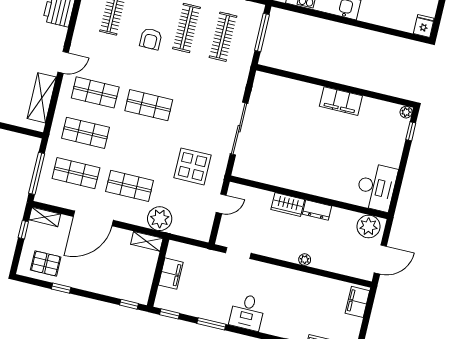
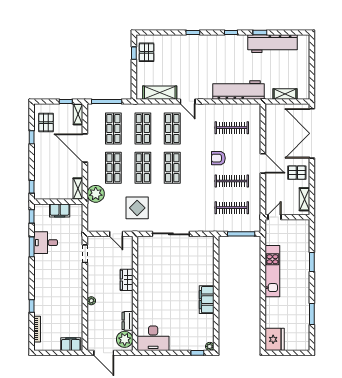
fridge: (424, 26) -> (275, 339), width x1.88, depth x1.34
shop shelf: (139, 146) -> (143, 168), added
dresser: (317, 210) -> (127, 321), moved
desk: (247, 312) -> (46, 243), moved

